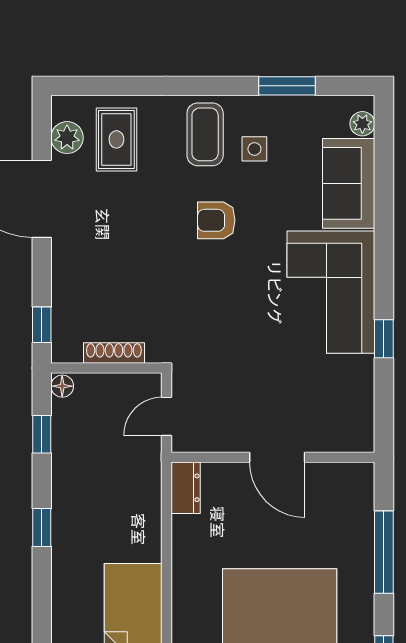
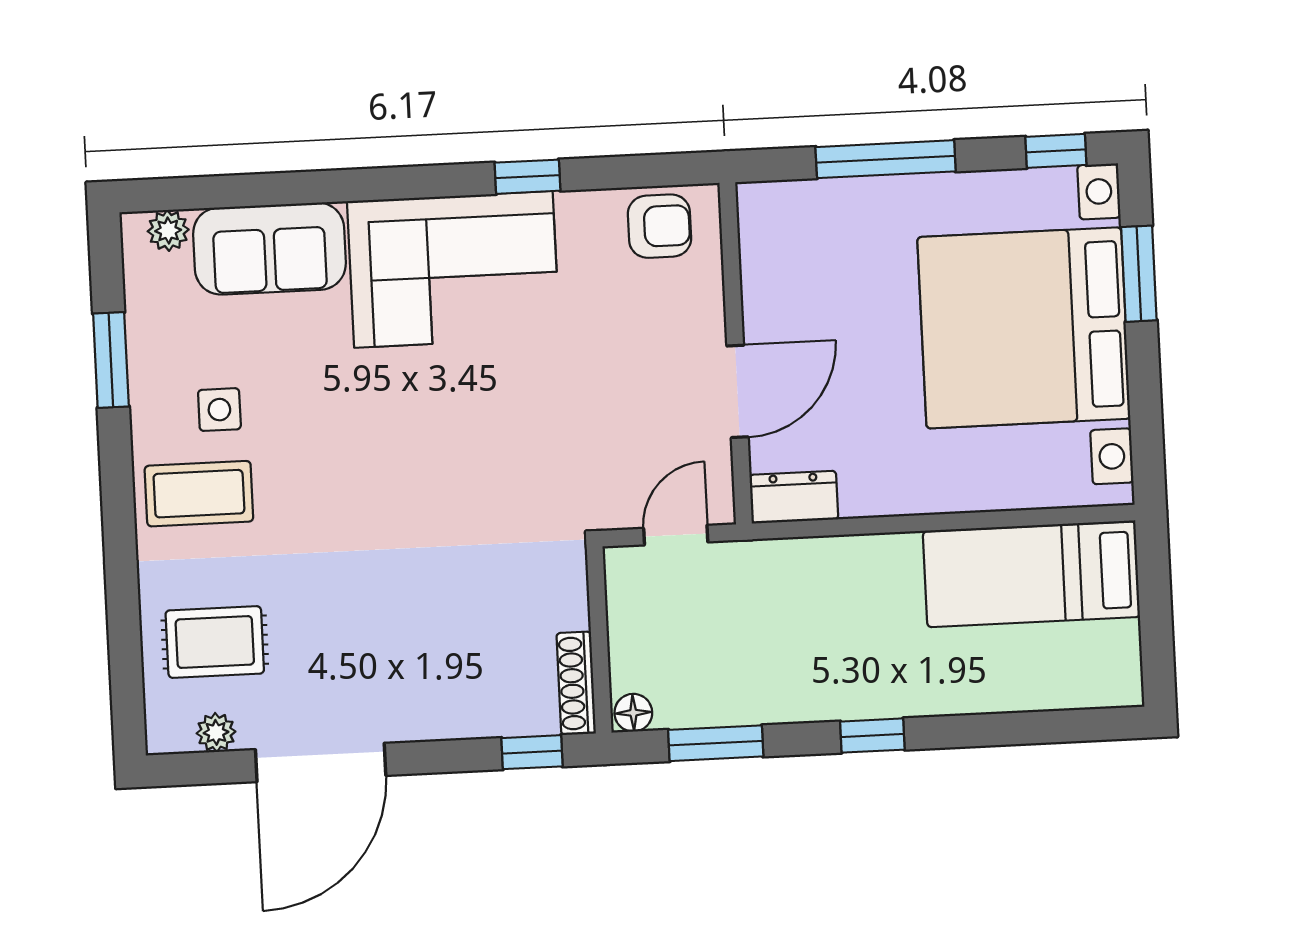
plant: (67, 138) -> (216, 732), width x0.73, depth x0.73
armchair: (216, 220) -> (660, 226), moved, turned -90
shoe rack: (114, 353) -> (576, 683), moved
door: (167, 416) -> (676, 535), swing flipped
window: (42, 434) -> (716, 743), width x1.50
door: (277, 457) -> (737, 391), moved

